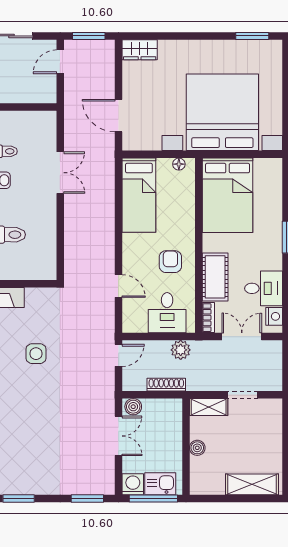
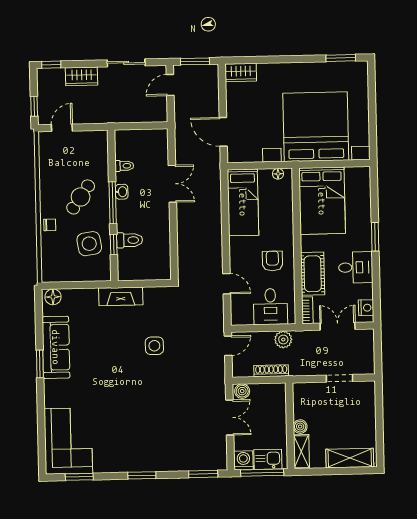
desk: (264, 288) -> (356, 267), moved
shelving: (209, 407) -> (301, 452), moved, turned 90

